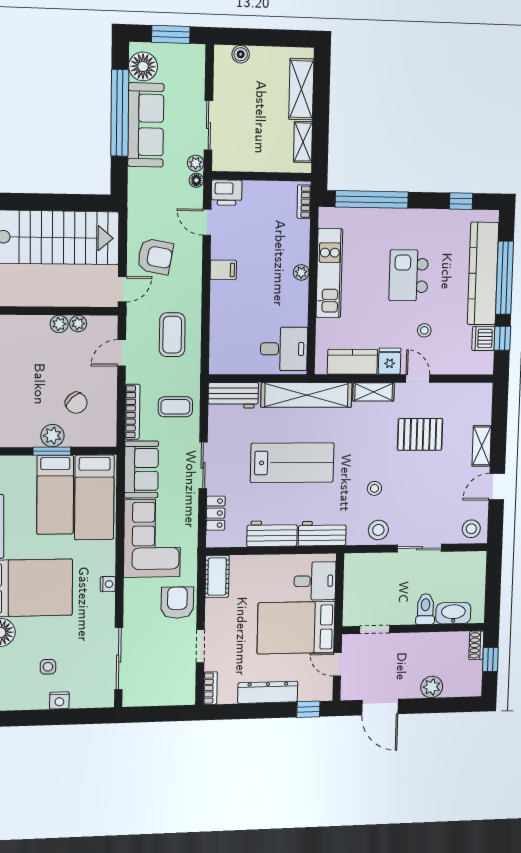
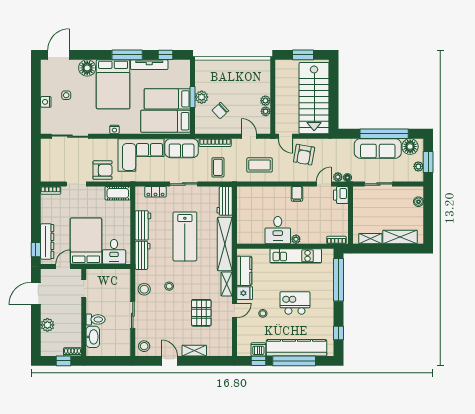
plant: (179, 52) -> (418, 166), added
plant: (196, 163) -> (338, 177), moved
desk: (284, 349) -> (278, 230), moved
dresser: (268, 692) -> (47, 241), moved

